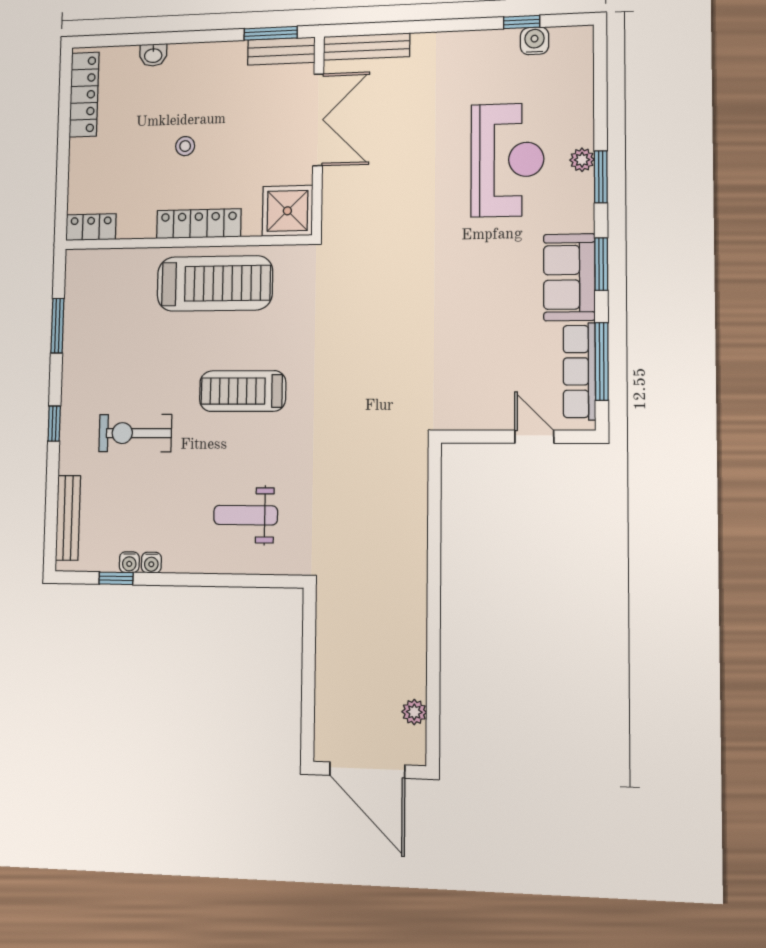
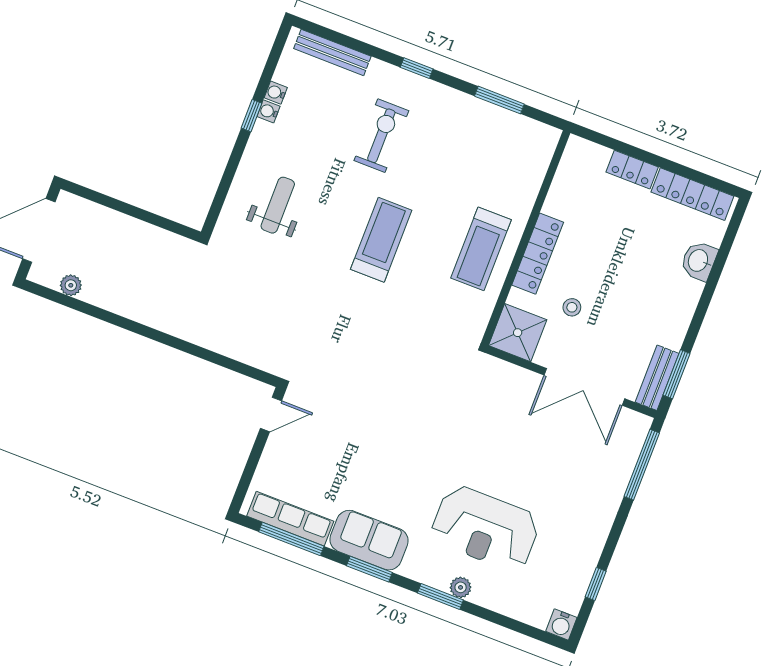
window: (377, 29) -> (642, 465), added
water cooler: (535, 41) -> (561, 624), moved, turned 90
bench: (366, 46) -> (630, 450), removed
washbasin: (153, 55) -> (699, 261), width x1.38, depth x1.45
stool: (185, 146) -> (572, 307), moved
locker: (91, 227) -> (632, 170), moved, turned 90
treadmill: (215, 283) -> (481, 249), width x0.73, depth x0.73
door: (534, 437) -> (271, 414), moved
window: (116, 578) -> (251, 116), moved

